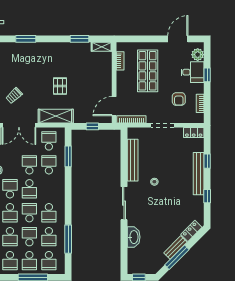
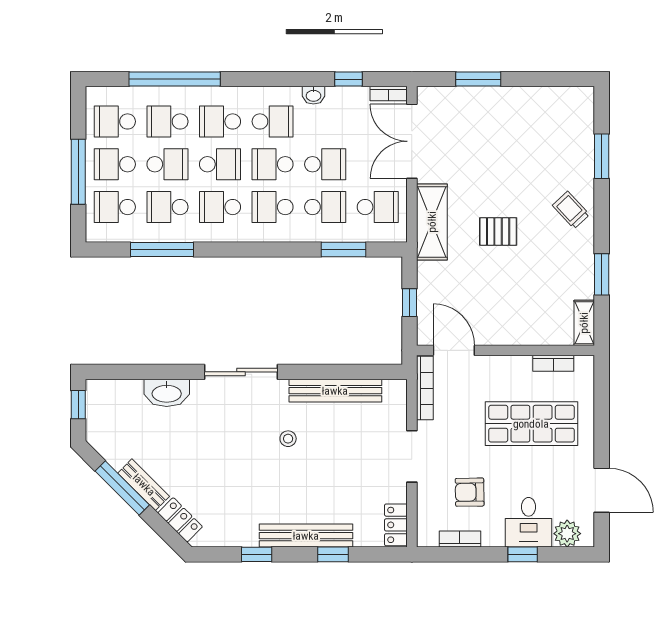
trolley: (14, 96) -> (571, 210), moved
school desk: (49, 189) -> (273, 207), added

